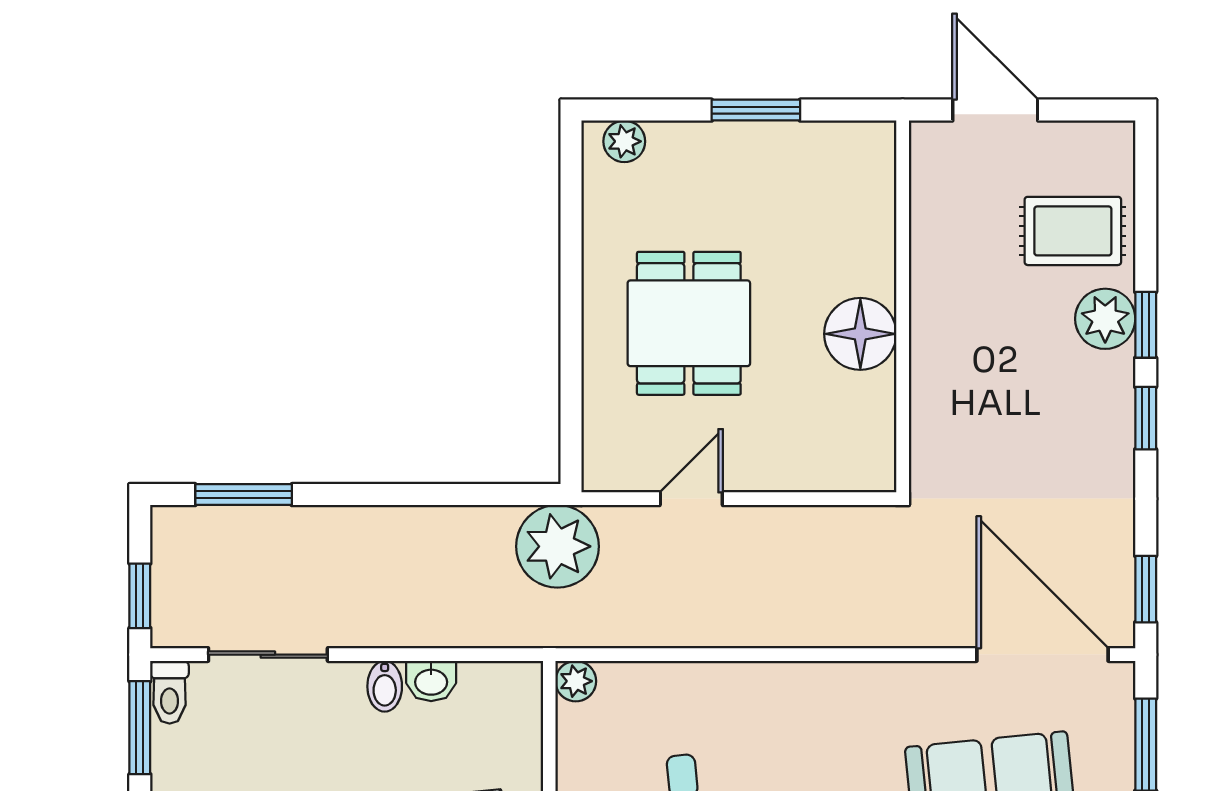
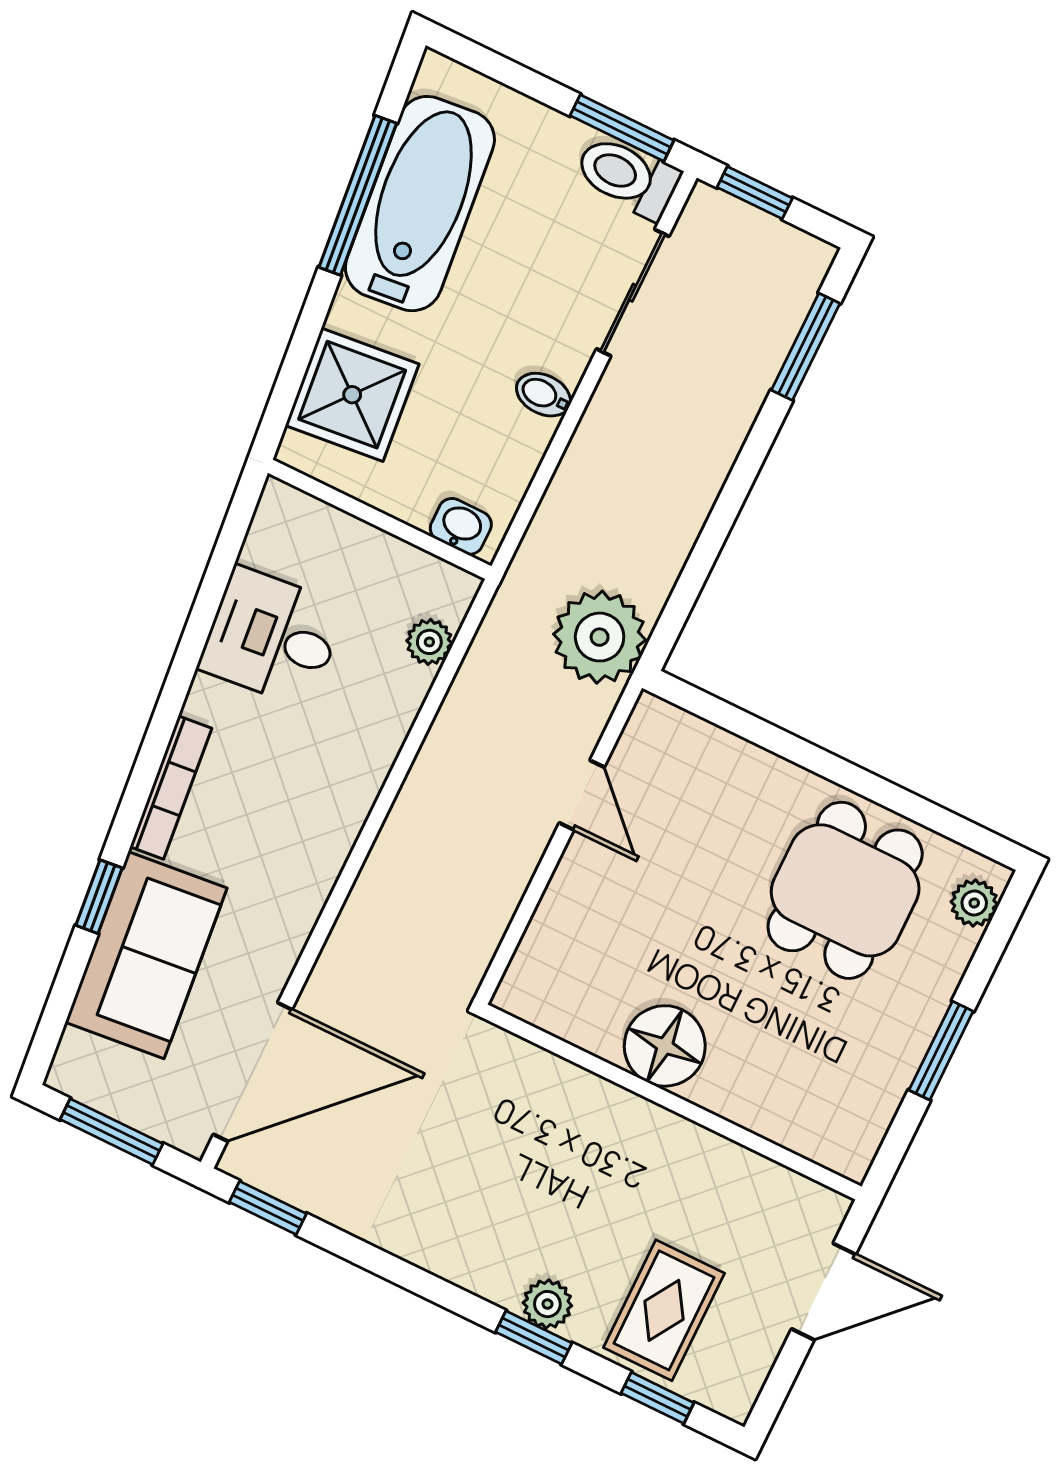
plant: (1105, 319) -> (547, 1304), width x0.73, depth x0.73
dining table: (689, 323) -> (845, 890), moved, turned 90
window: (1146, 418) -> (658, 1398), moved
washbasin: (431, 681) -> (461, 526), moved, turned 90
plant: (576, 681) -> (429, 642), moved
toilet: (170, 692) -> (627, 176), width x1.37, depth x1.39

